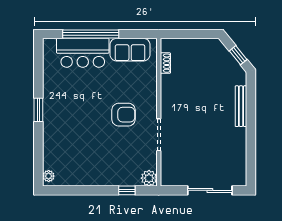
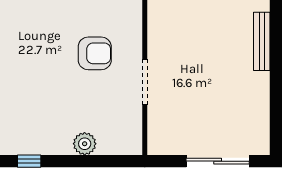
plant: (149, 178) -> (85, 144), moved
window: (127, 190) -> (29, 161), moved

